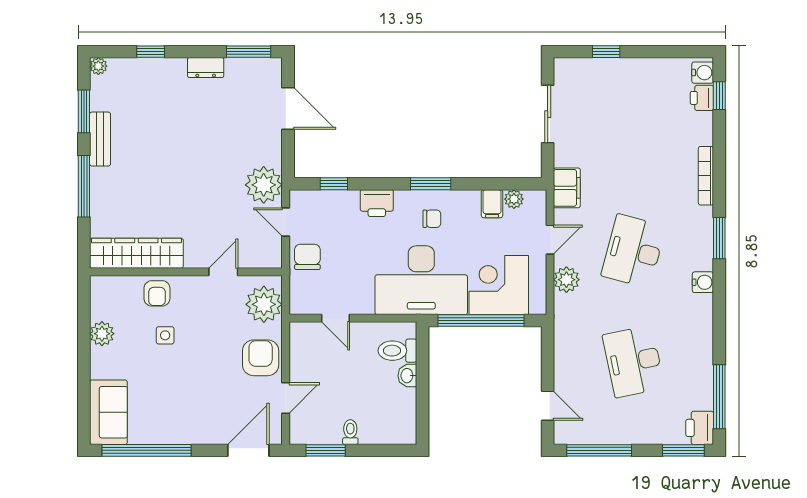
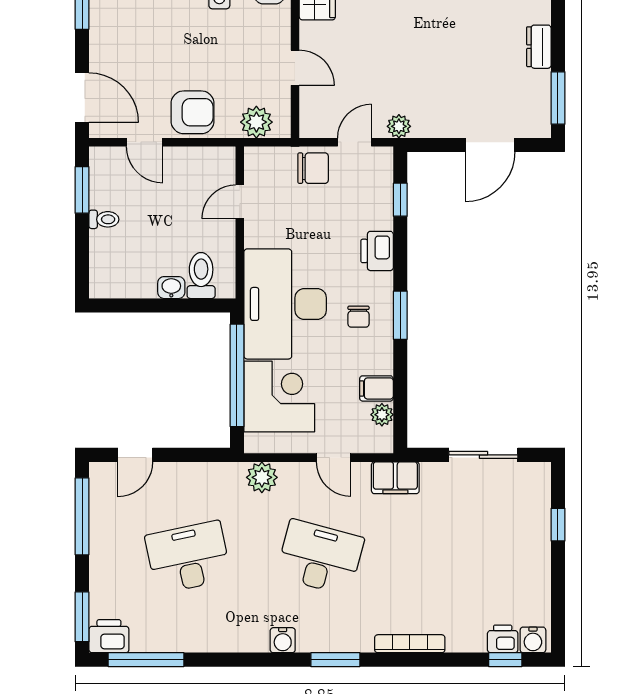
plant: (264, 185) -> (399, 126), width x0.53, depth x0.53
plant: (566, 280) -> (262, 477), moved
plant: (264, 304) -> (256, 122), width x0.73, depth x0.73

